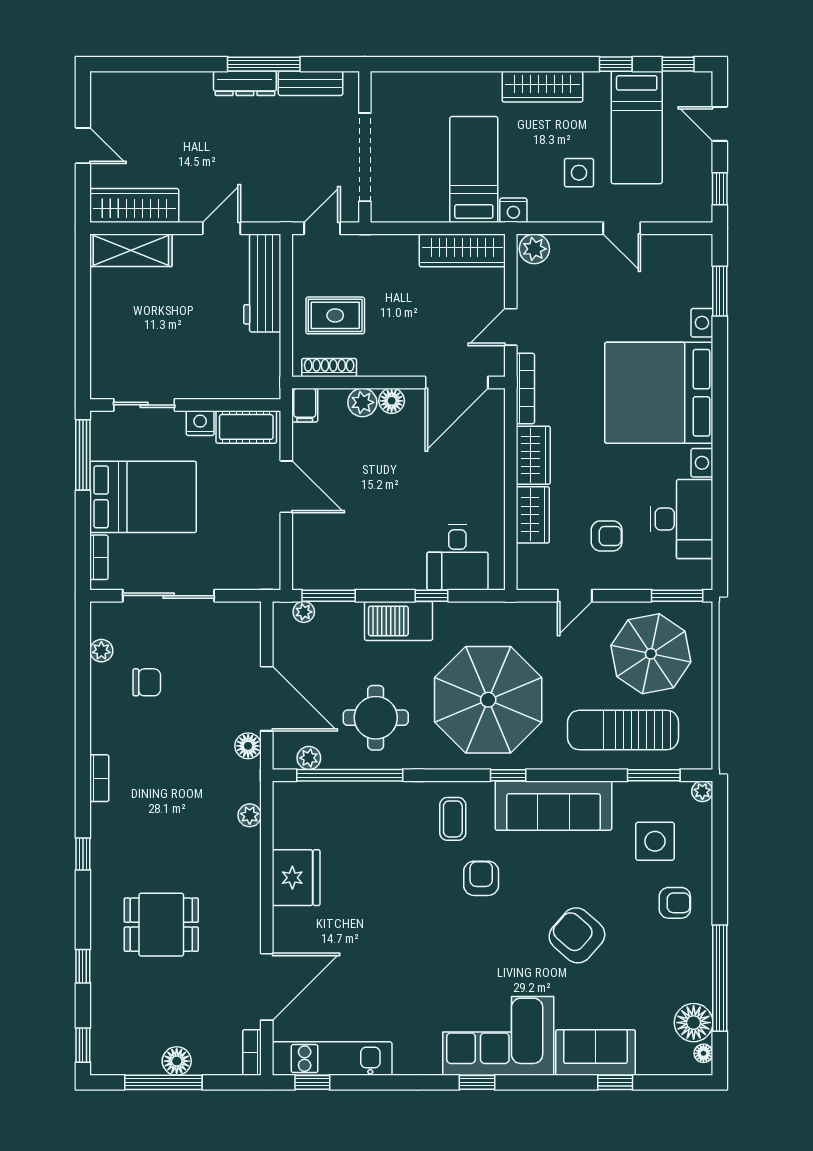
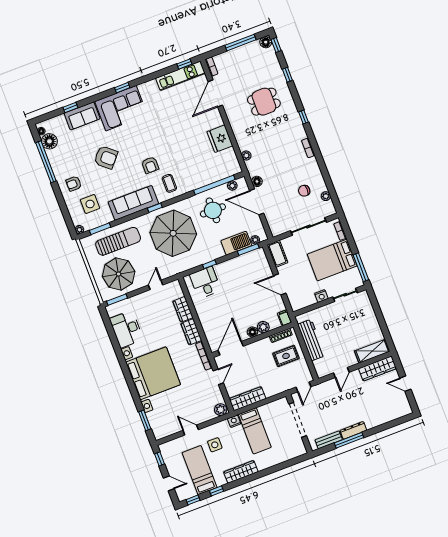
workbench: (262, 283) -> (311, 340), moved
cot: (246, 427) -> (278, 254), moved, turned 90
armchair: (607, 536) -> (152, 312), removed
barbecue: (399, 621) -> (236, 243), moved
floor lamp: (177, 1061) -> (266, 42), moved

